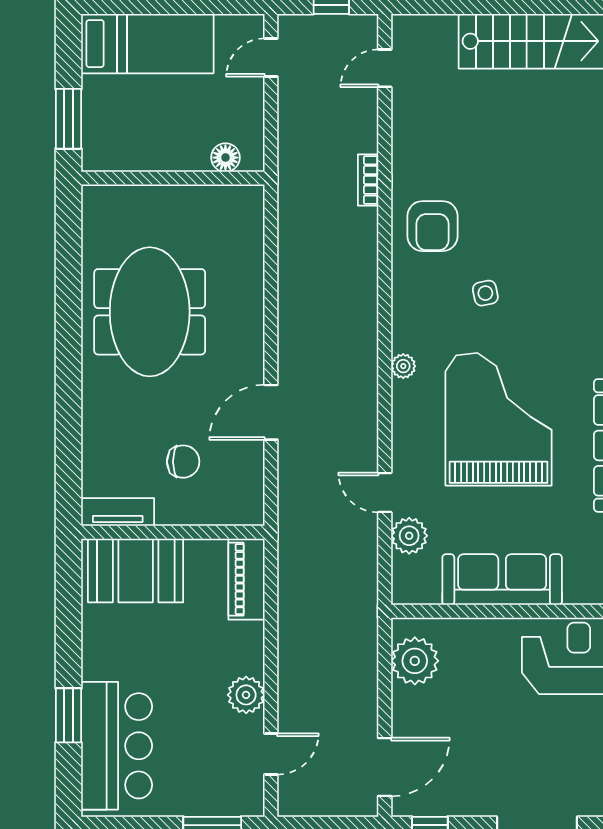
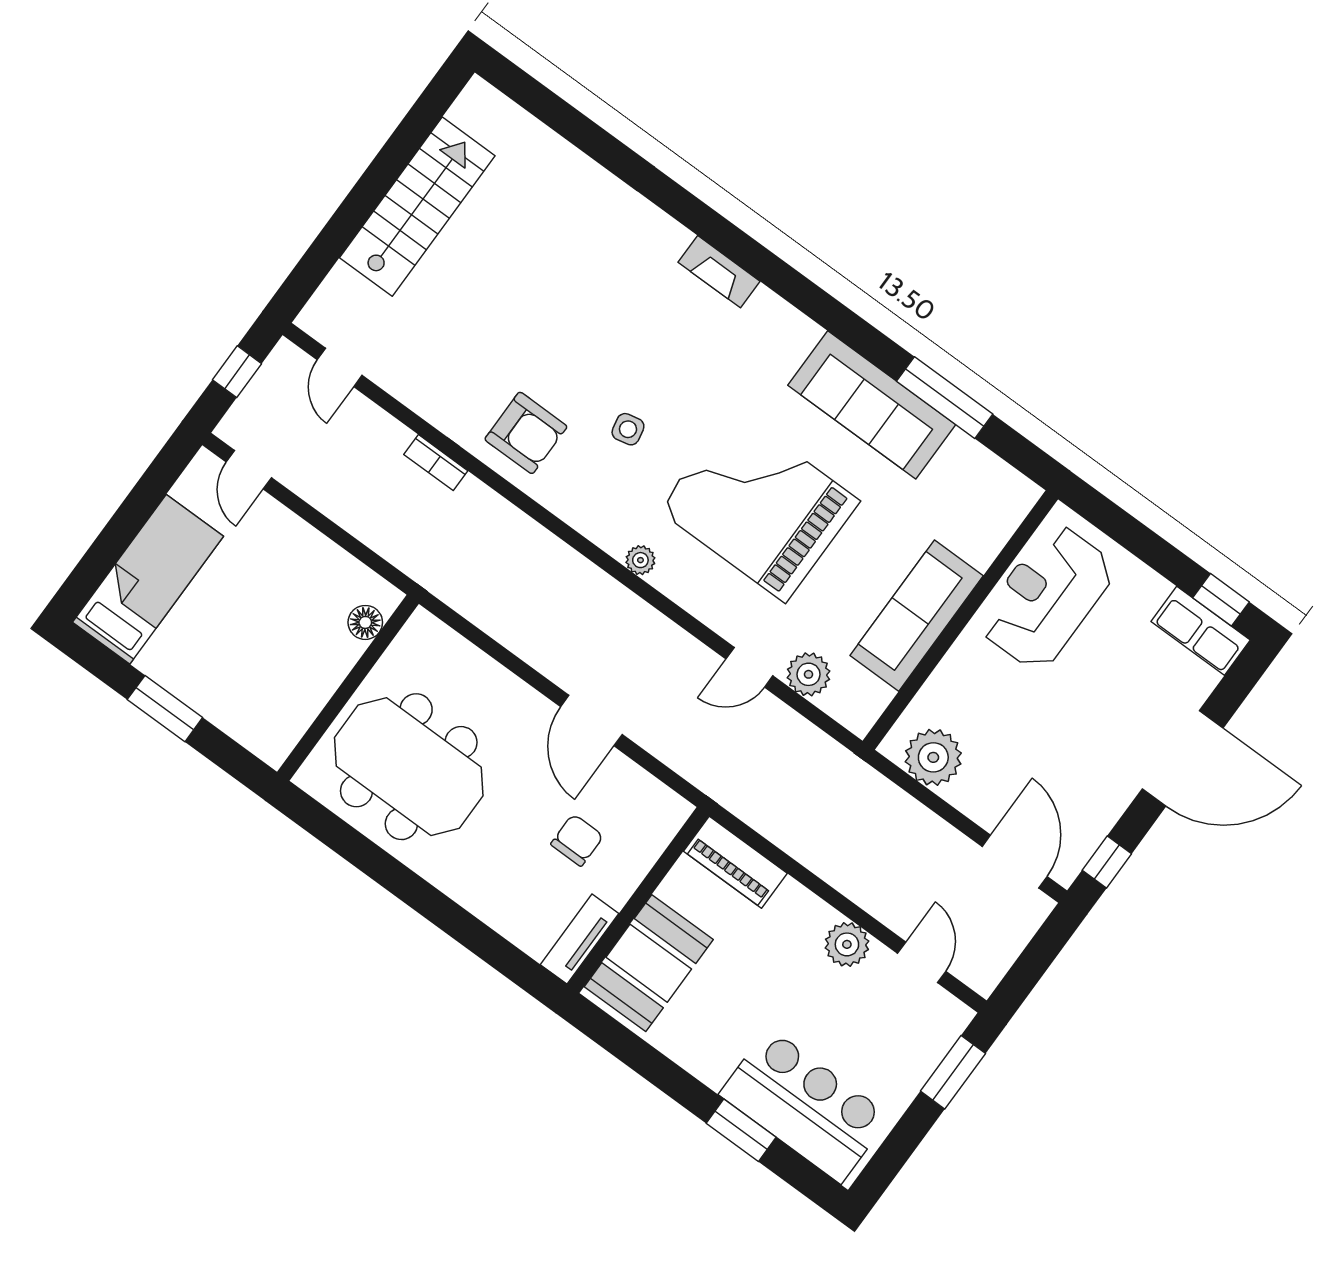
floor lamp: (225, 158) -> (365, 622), moved
wall: (173, 178) -> (348, 688), moved

